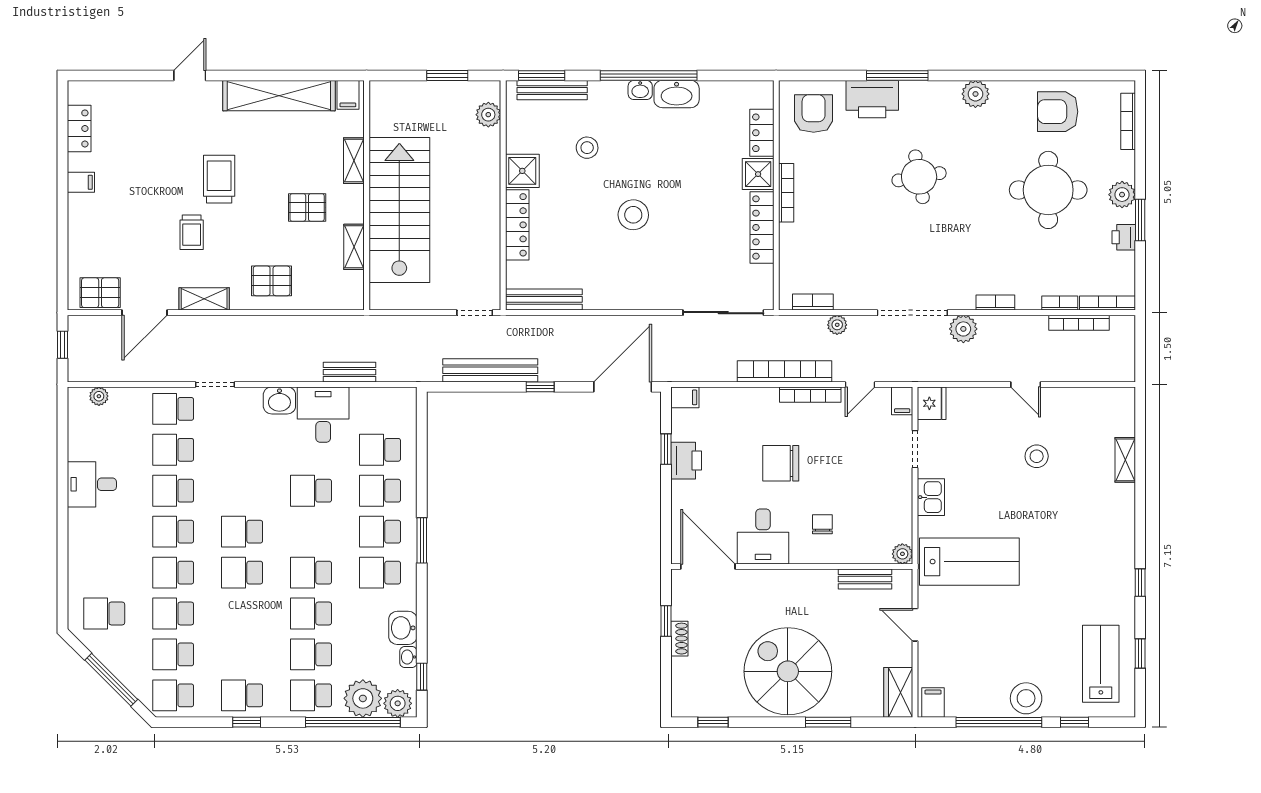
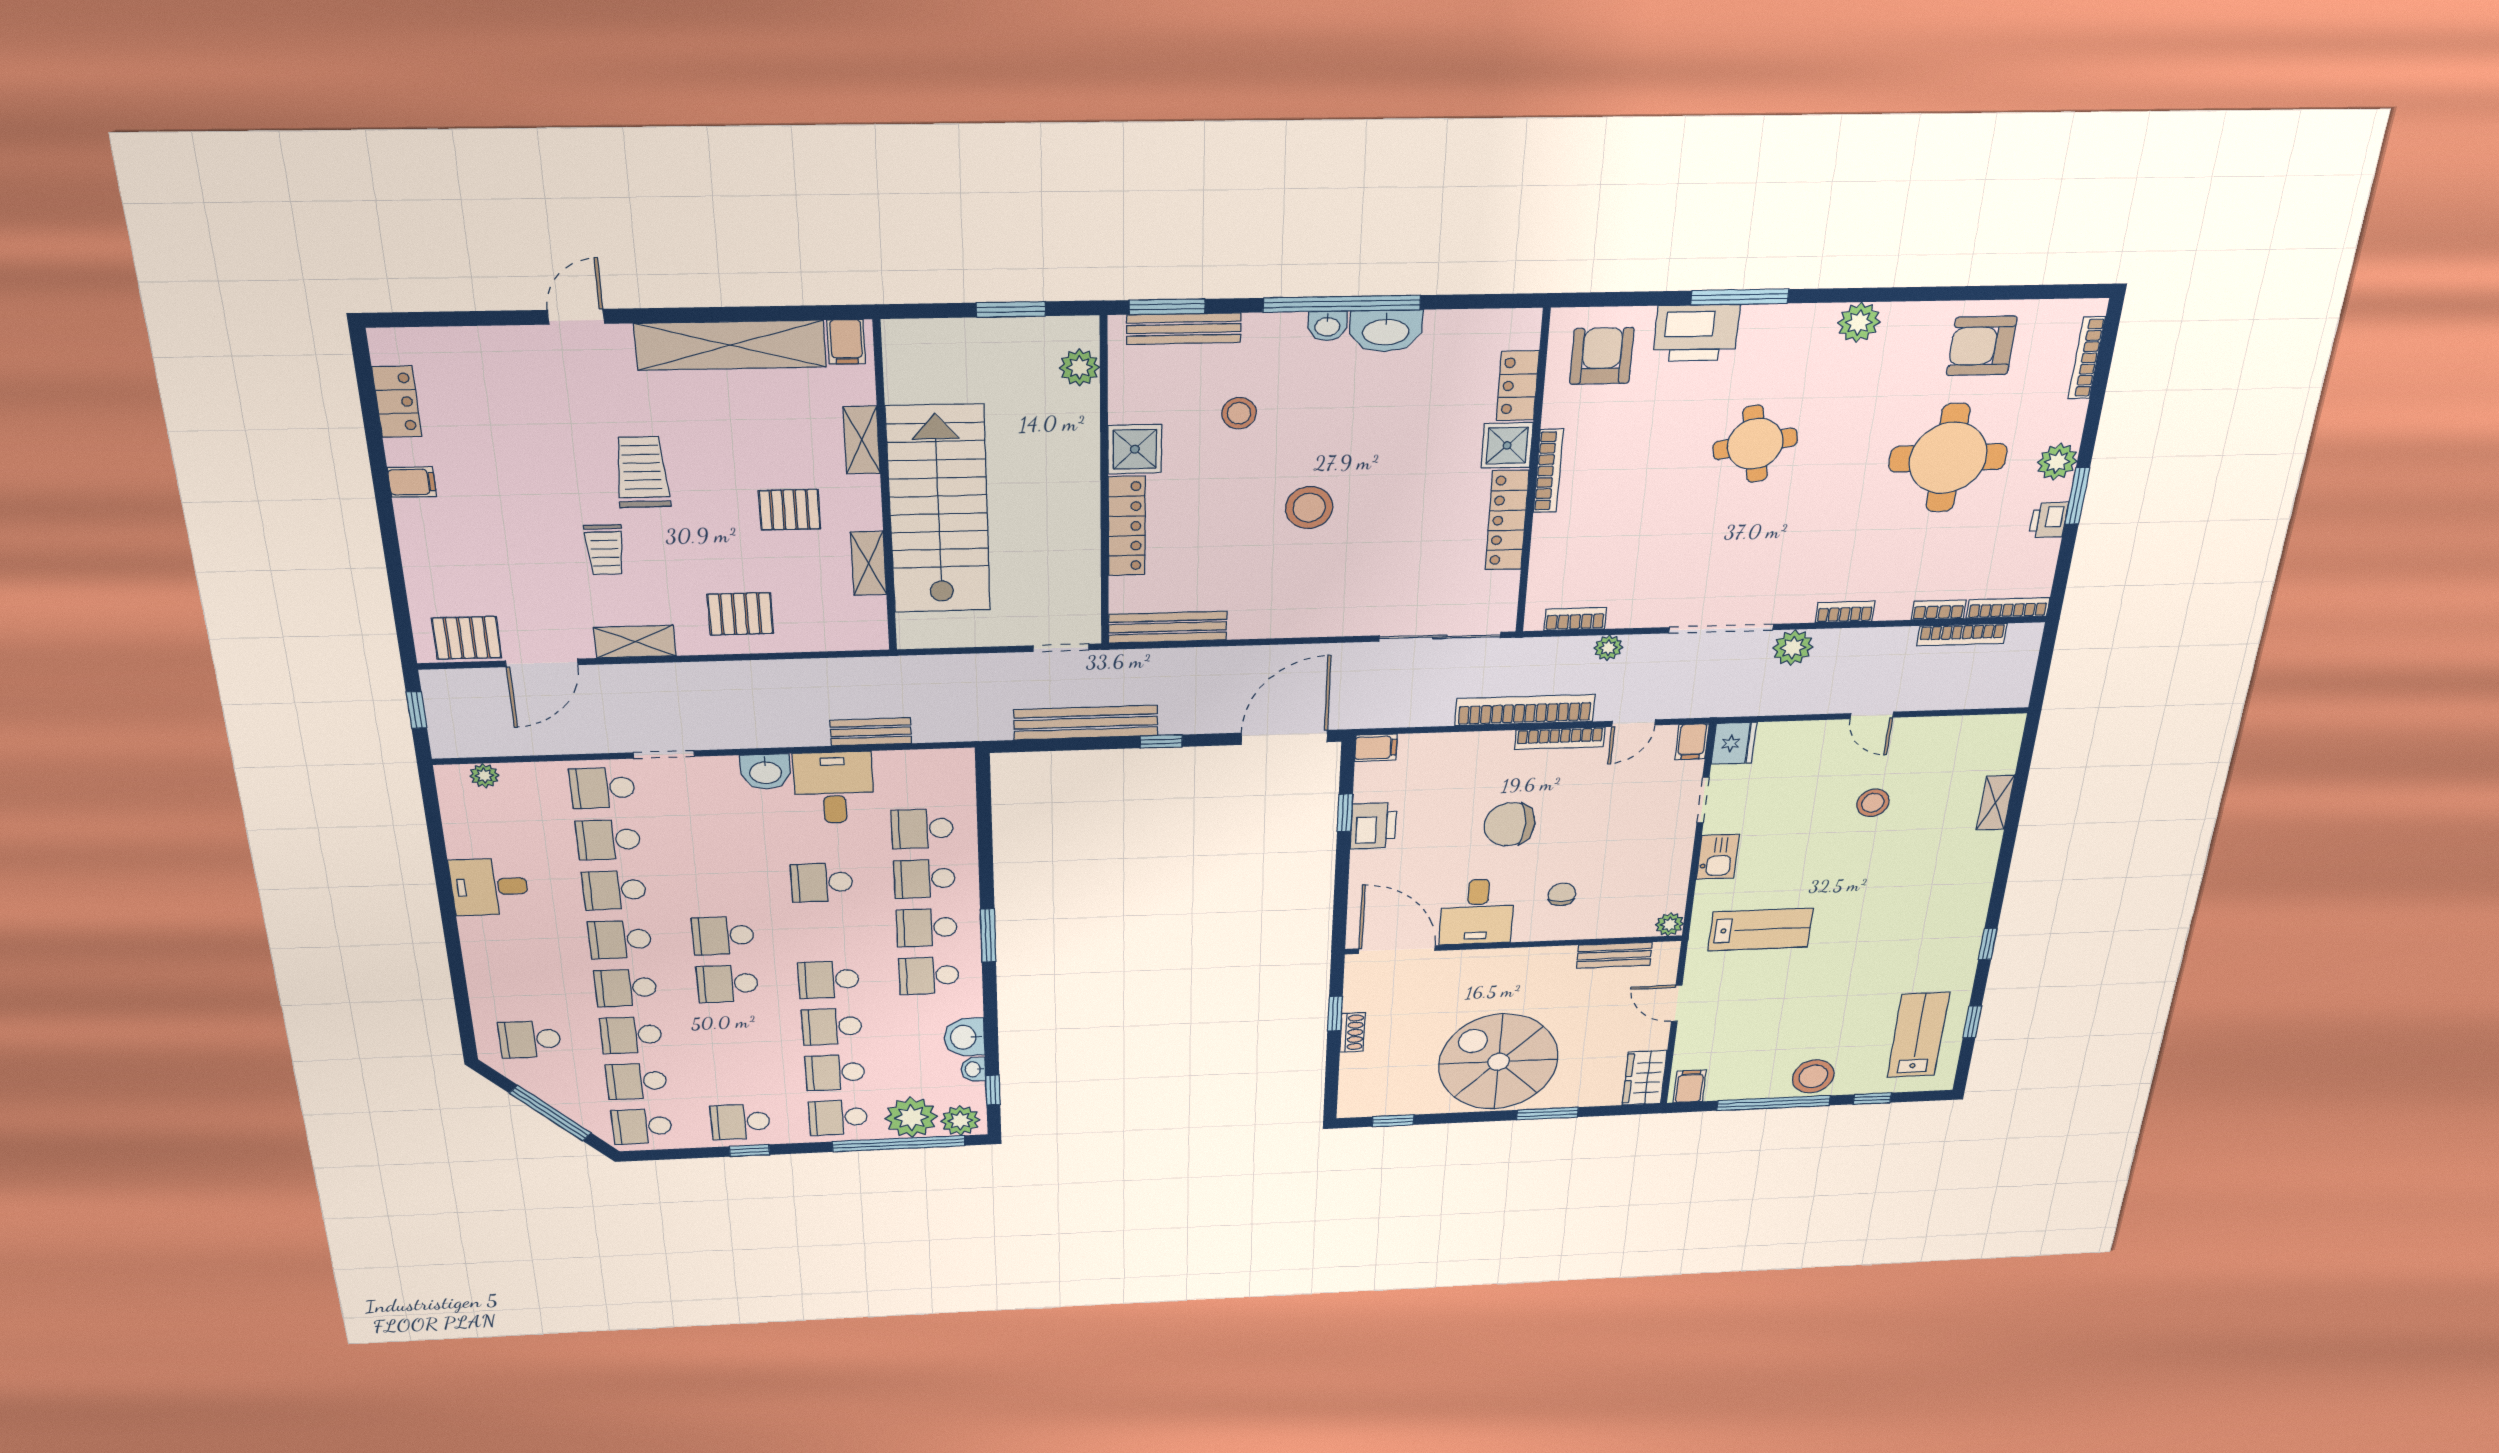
lab bench: (969, 562) -> (1761, 929), width x0.73, depth x0.72

